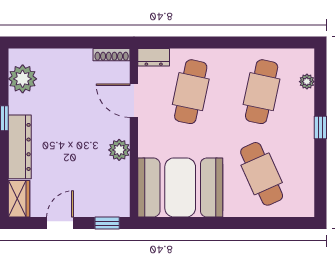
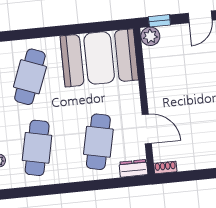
shoe rack: (112, 55) -> (165, 167), width x0.70
plant: (119, 150) -> (150, 36), moved
cafe table: (262, 174) -> (30, 77), turned 45

